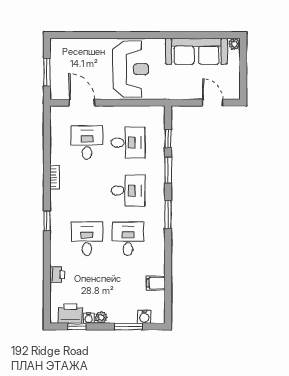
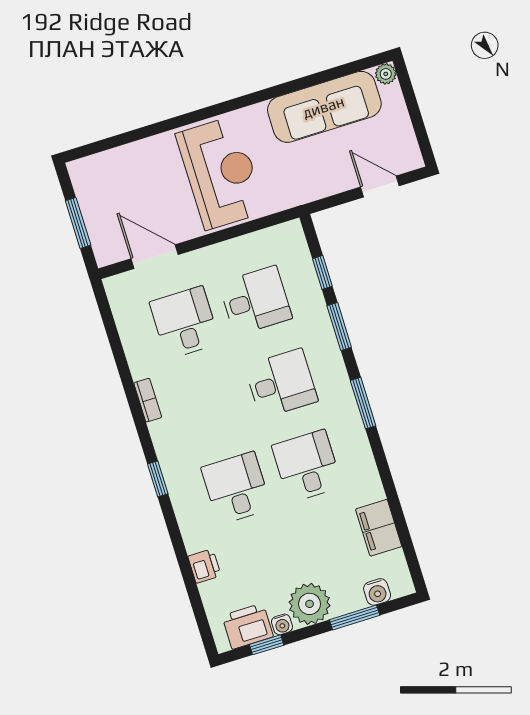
filing cabinet: (156, 283) -> (379, 528), width x2.00
plant: (101, 317) -> (310, 604), width x1.87, depth x1.87

